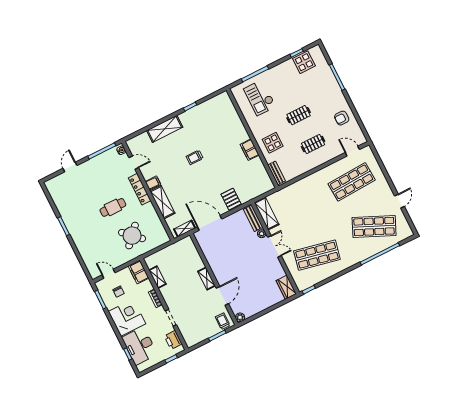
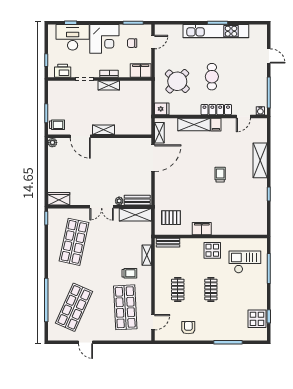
display table: (273, 143) -> (212, 250), moved
shelving: (297, 186) -> (147, 255), added
trolley: (320, 193) -> (129, 273), added
pallet: (231, 199) -> (171, 218), moved
kitchen unit: (72, 224) -> (216, 31), added
fridge: (163, 237) -> (162, 109), added
shelving: (157, 277) -> (109, 85), moved

